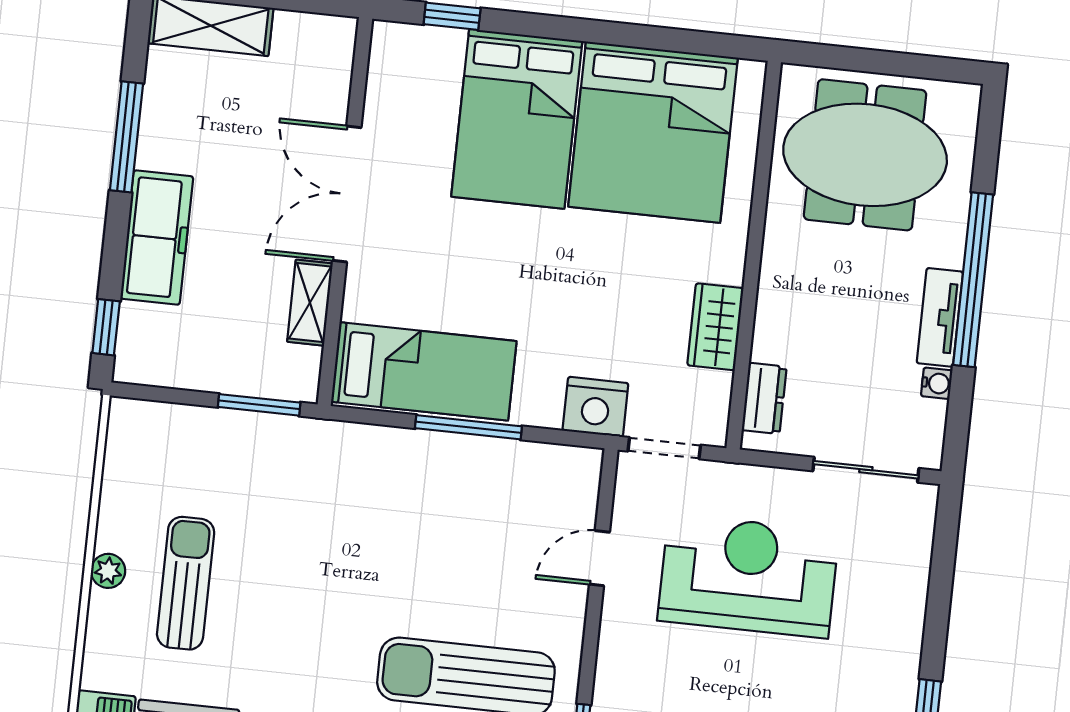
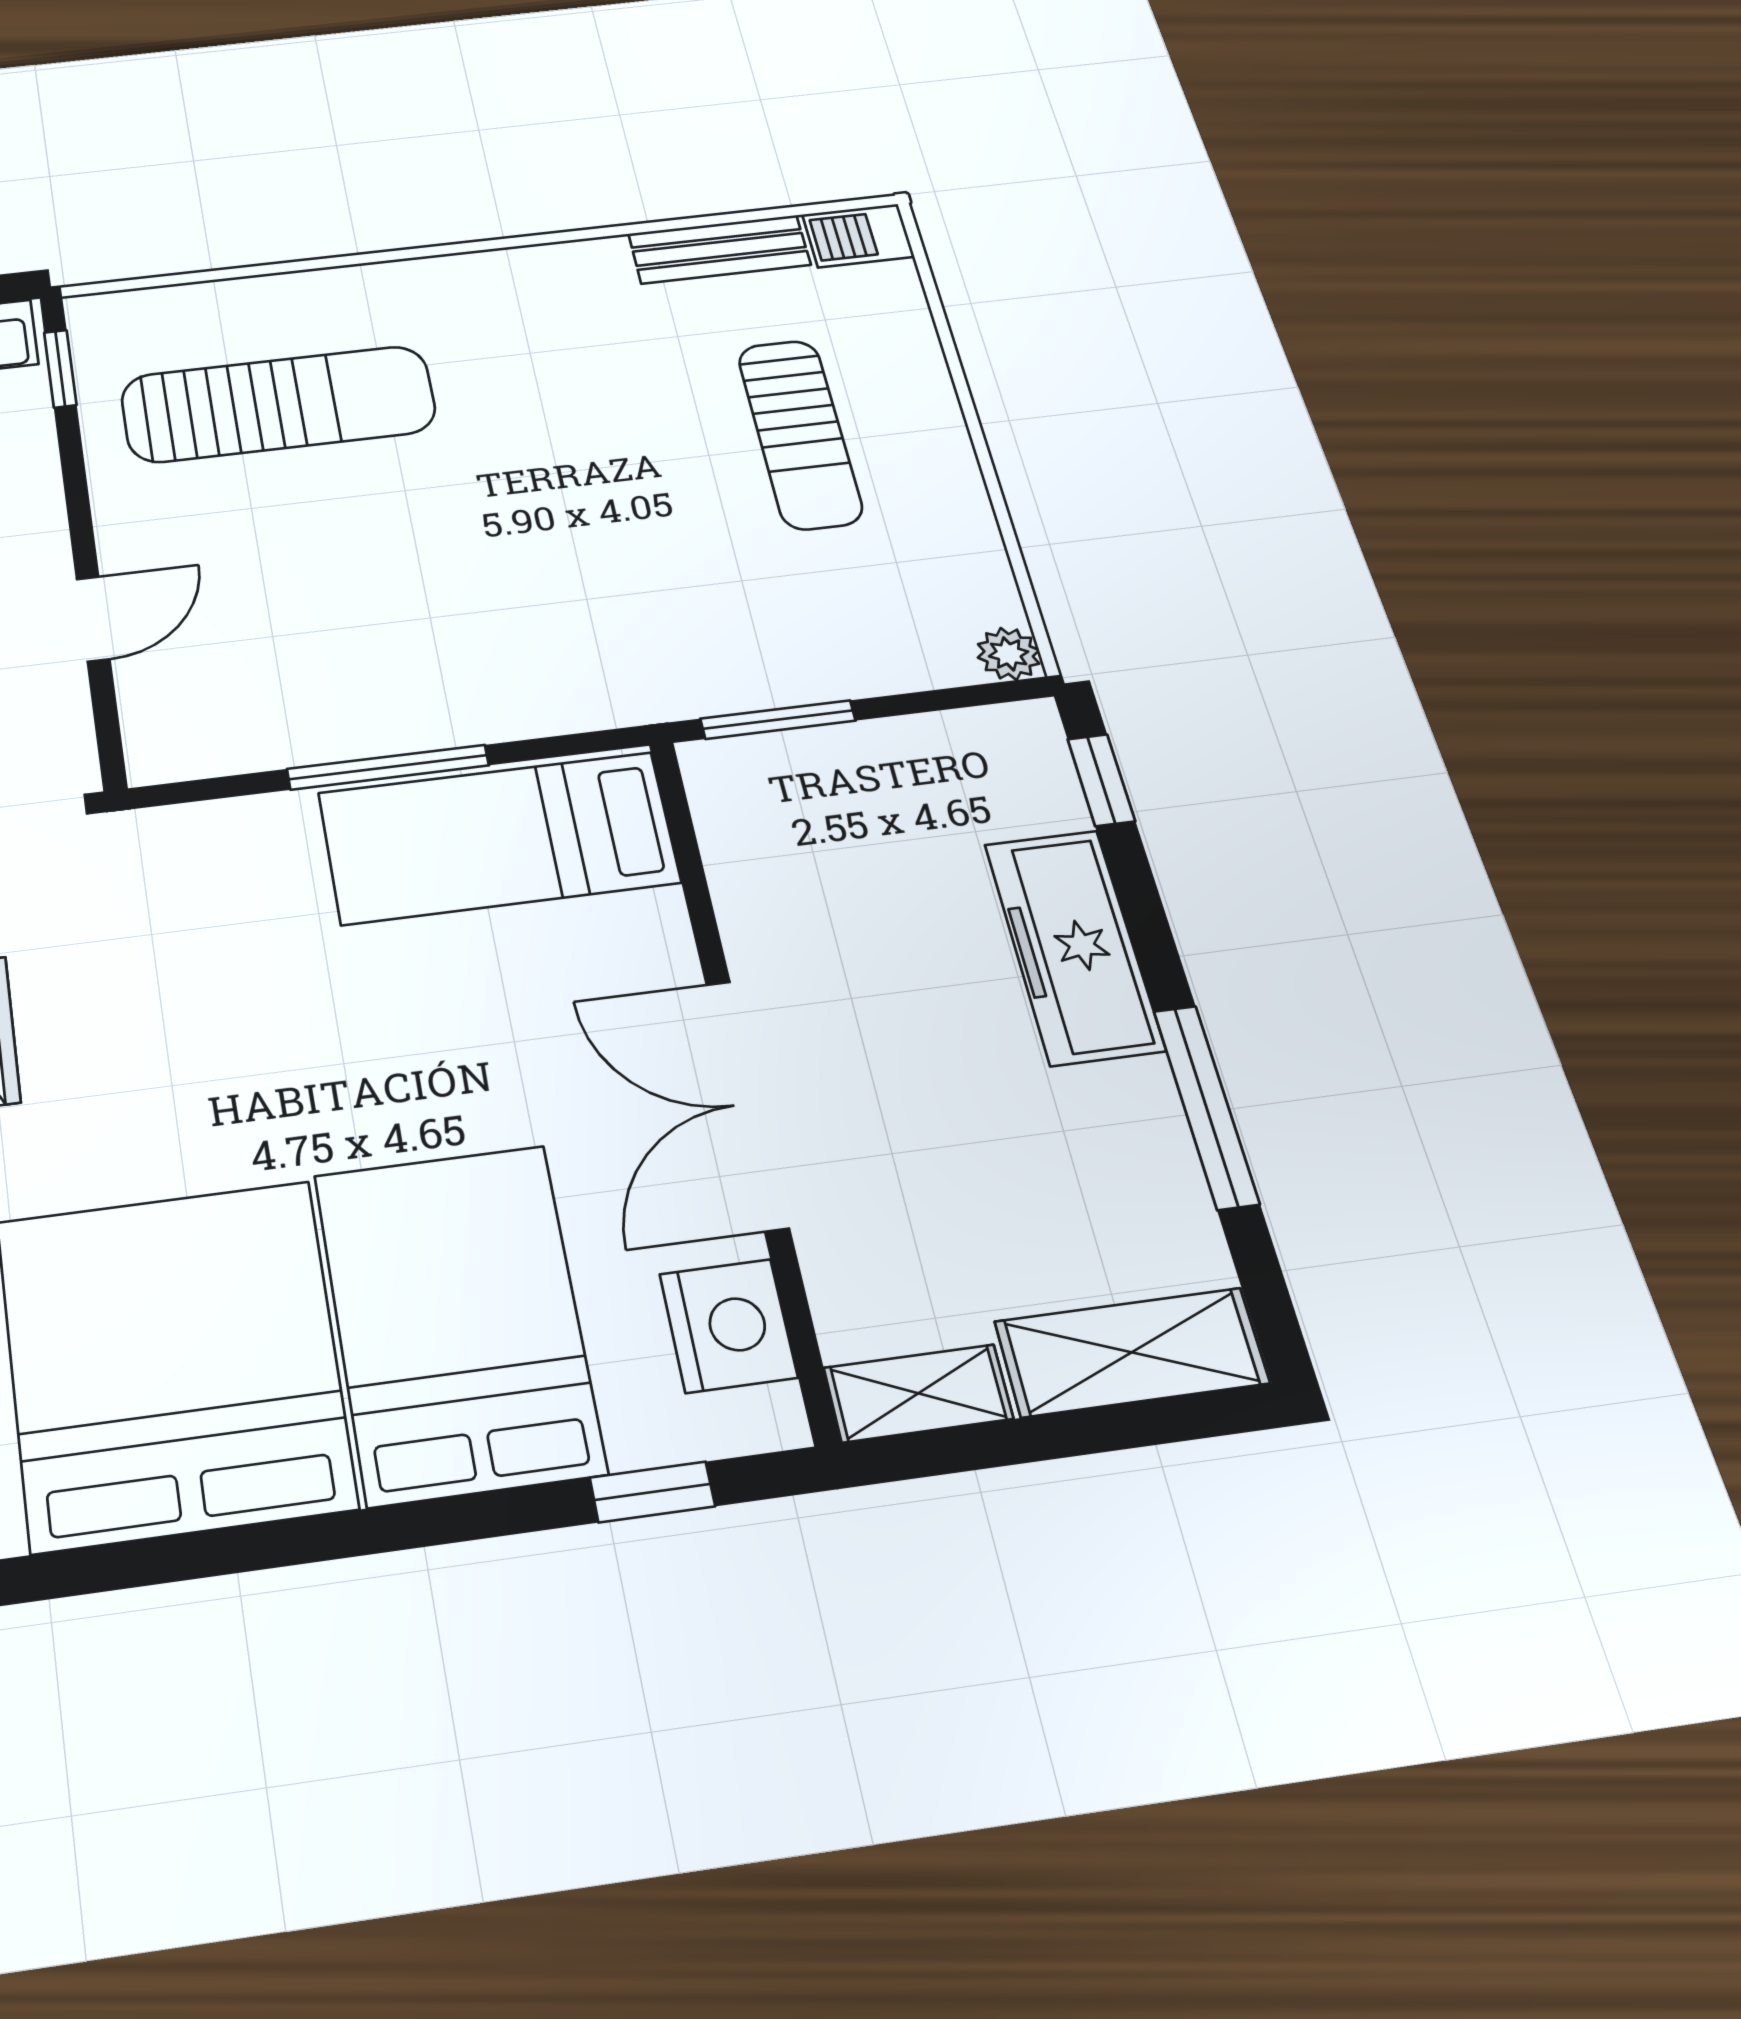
double door: (347, 194) -> (747, 1104), swing flipped
shelving: (310, 303) -> (918, 1393), moved, turned 90
nightstand: (595, 407) -> (728, 1326), moved, turned 90
plant: (108, 571) -> (1009, 654), moved

